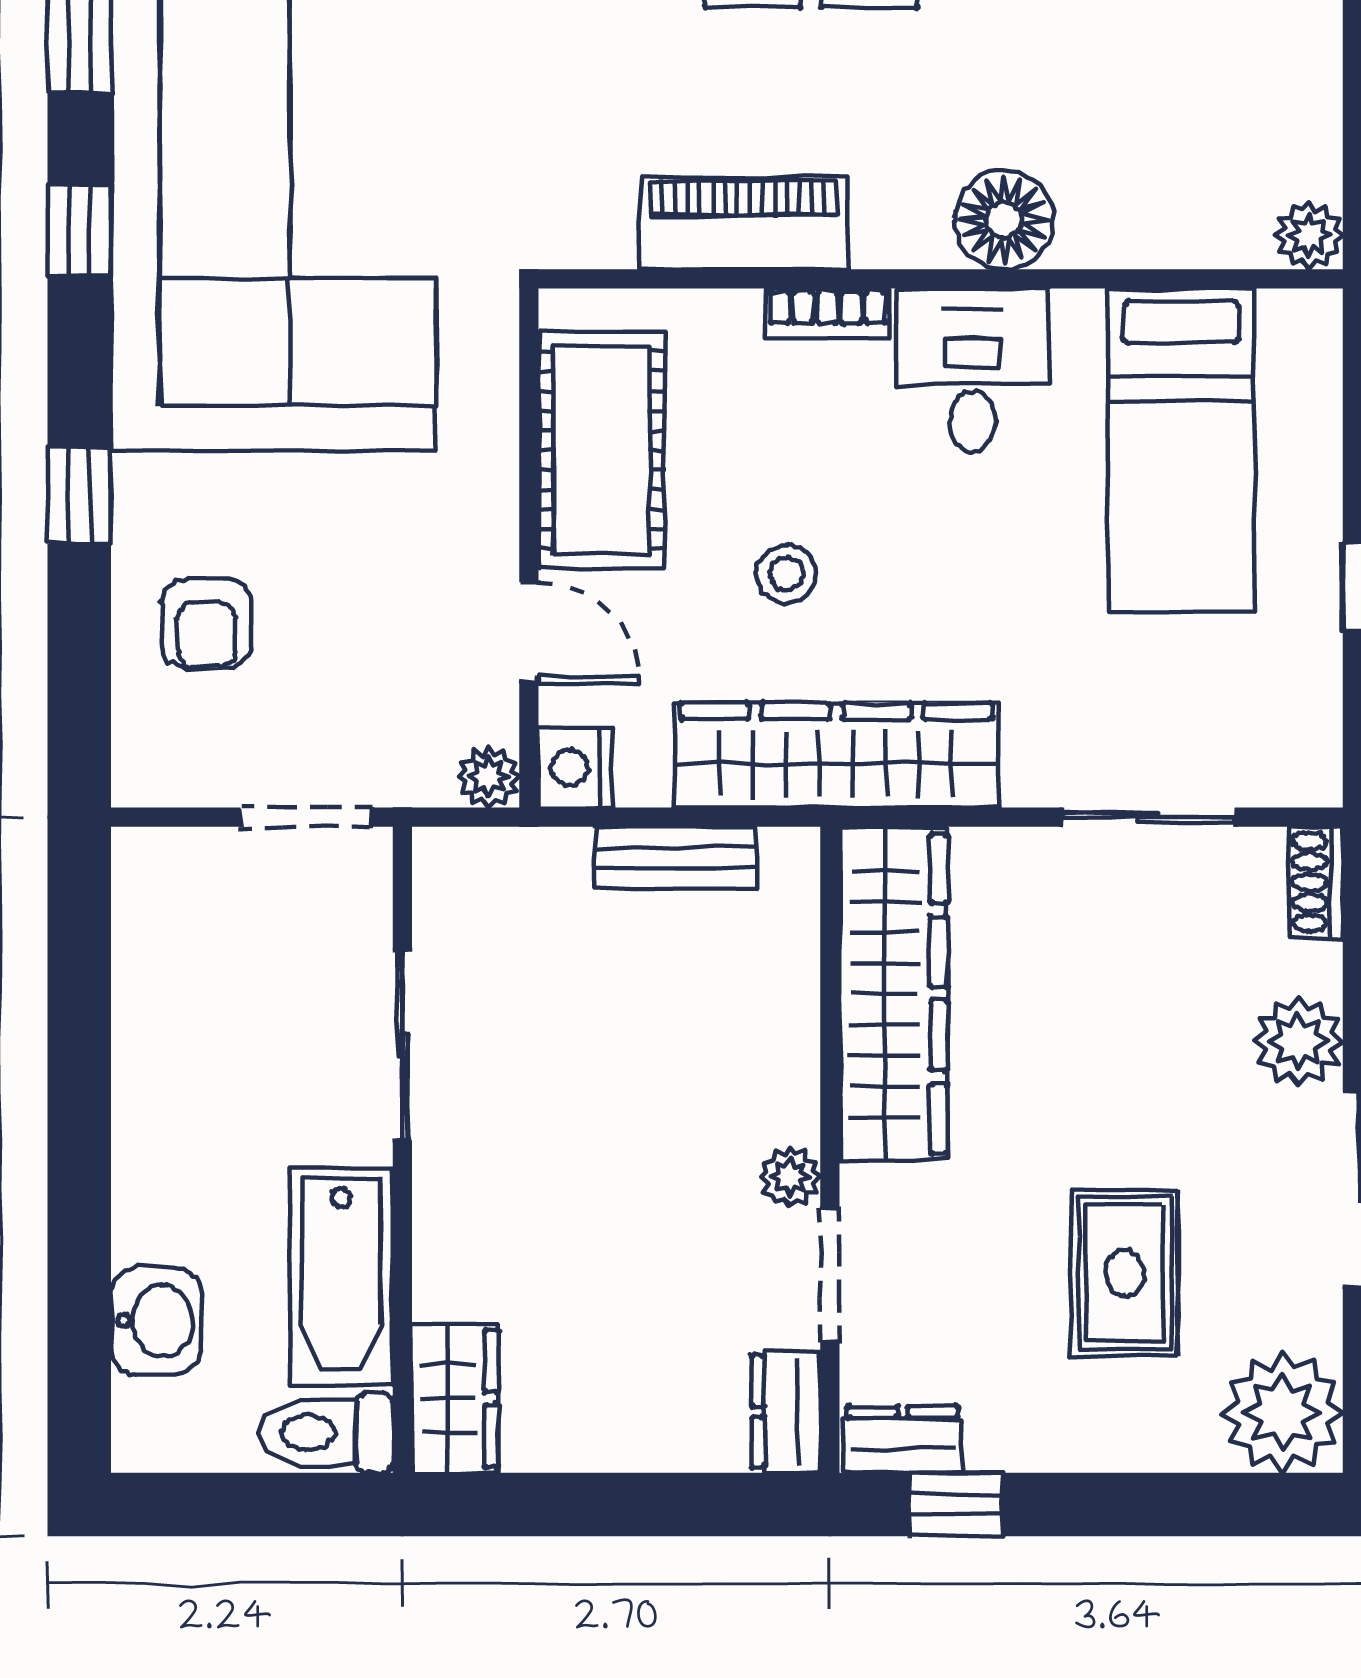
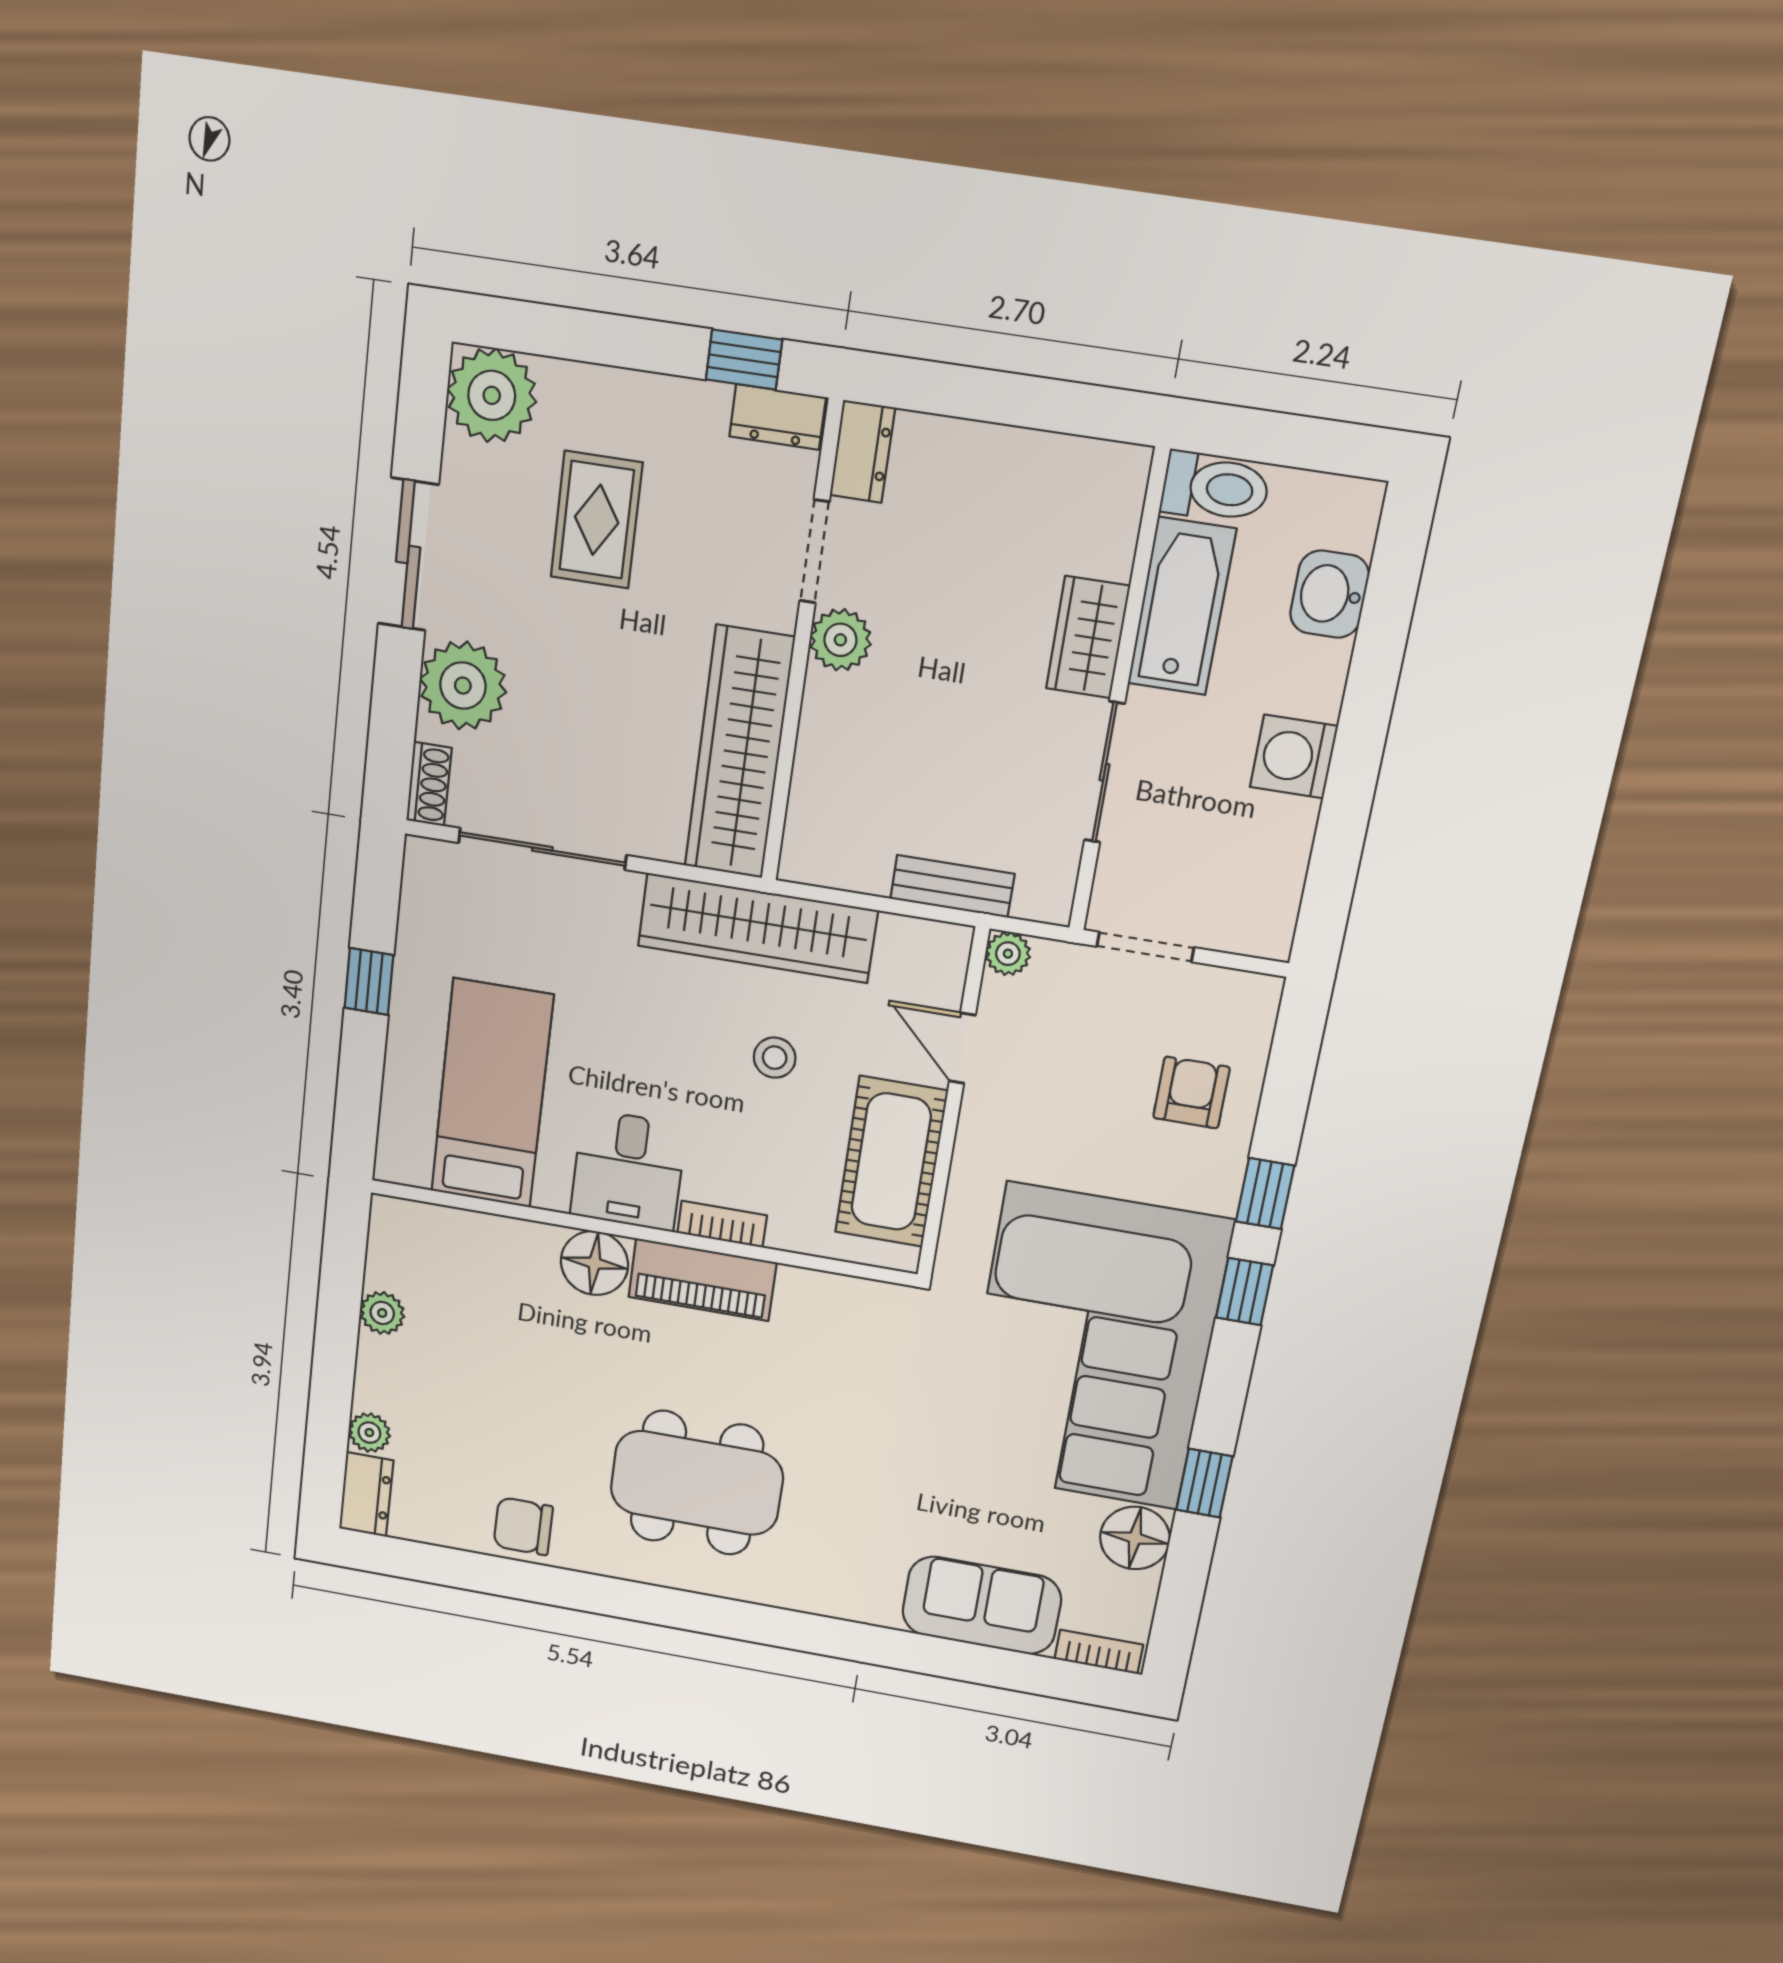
piano: (743, 223) -> (702, 1280), moved
window: (79, 231) -> (1244, 1292), moved
plant: (1309, 235) -> (382, 1313), moved
nightstand: (575, 768) -> (944, 950), removed
sliding door: (1148, 817) -> (542, 849), width x1.37
bench: (675, 858) -> (952, 886), moved
plant: (1298, 1042) -> (463, 686), width x1.36, depth x1.36
washing machine: (160, 1105) -> (1294, 757), added
plant: (790, 1177) -> (840, 640), width x1.38, depth x1.38
wardrobe: (455, 1398) -> (1088, 637), moved

